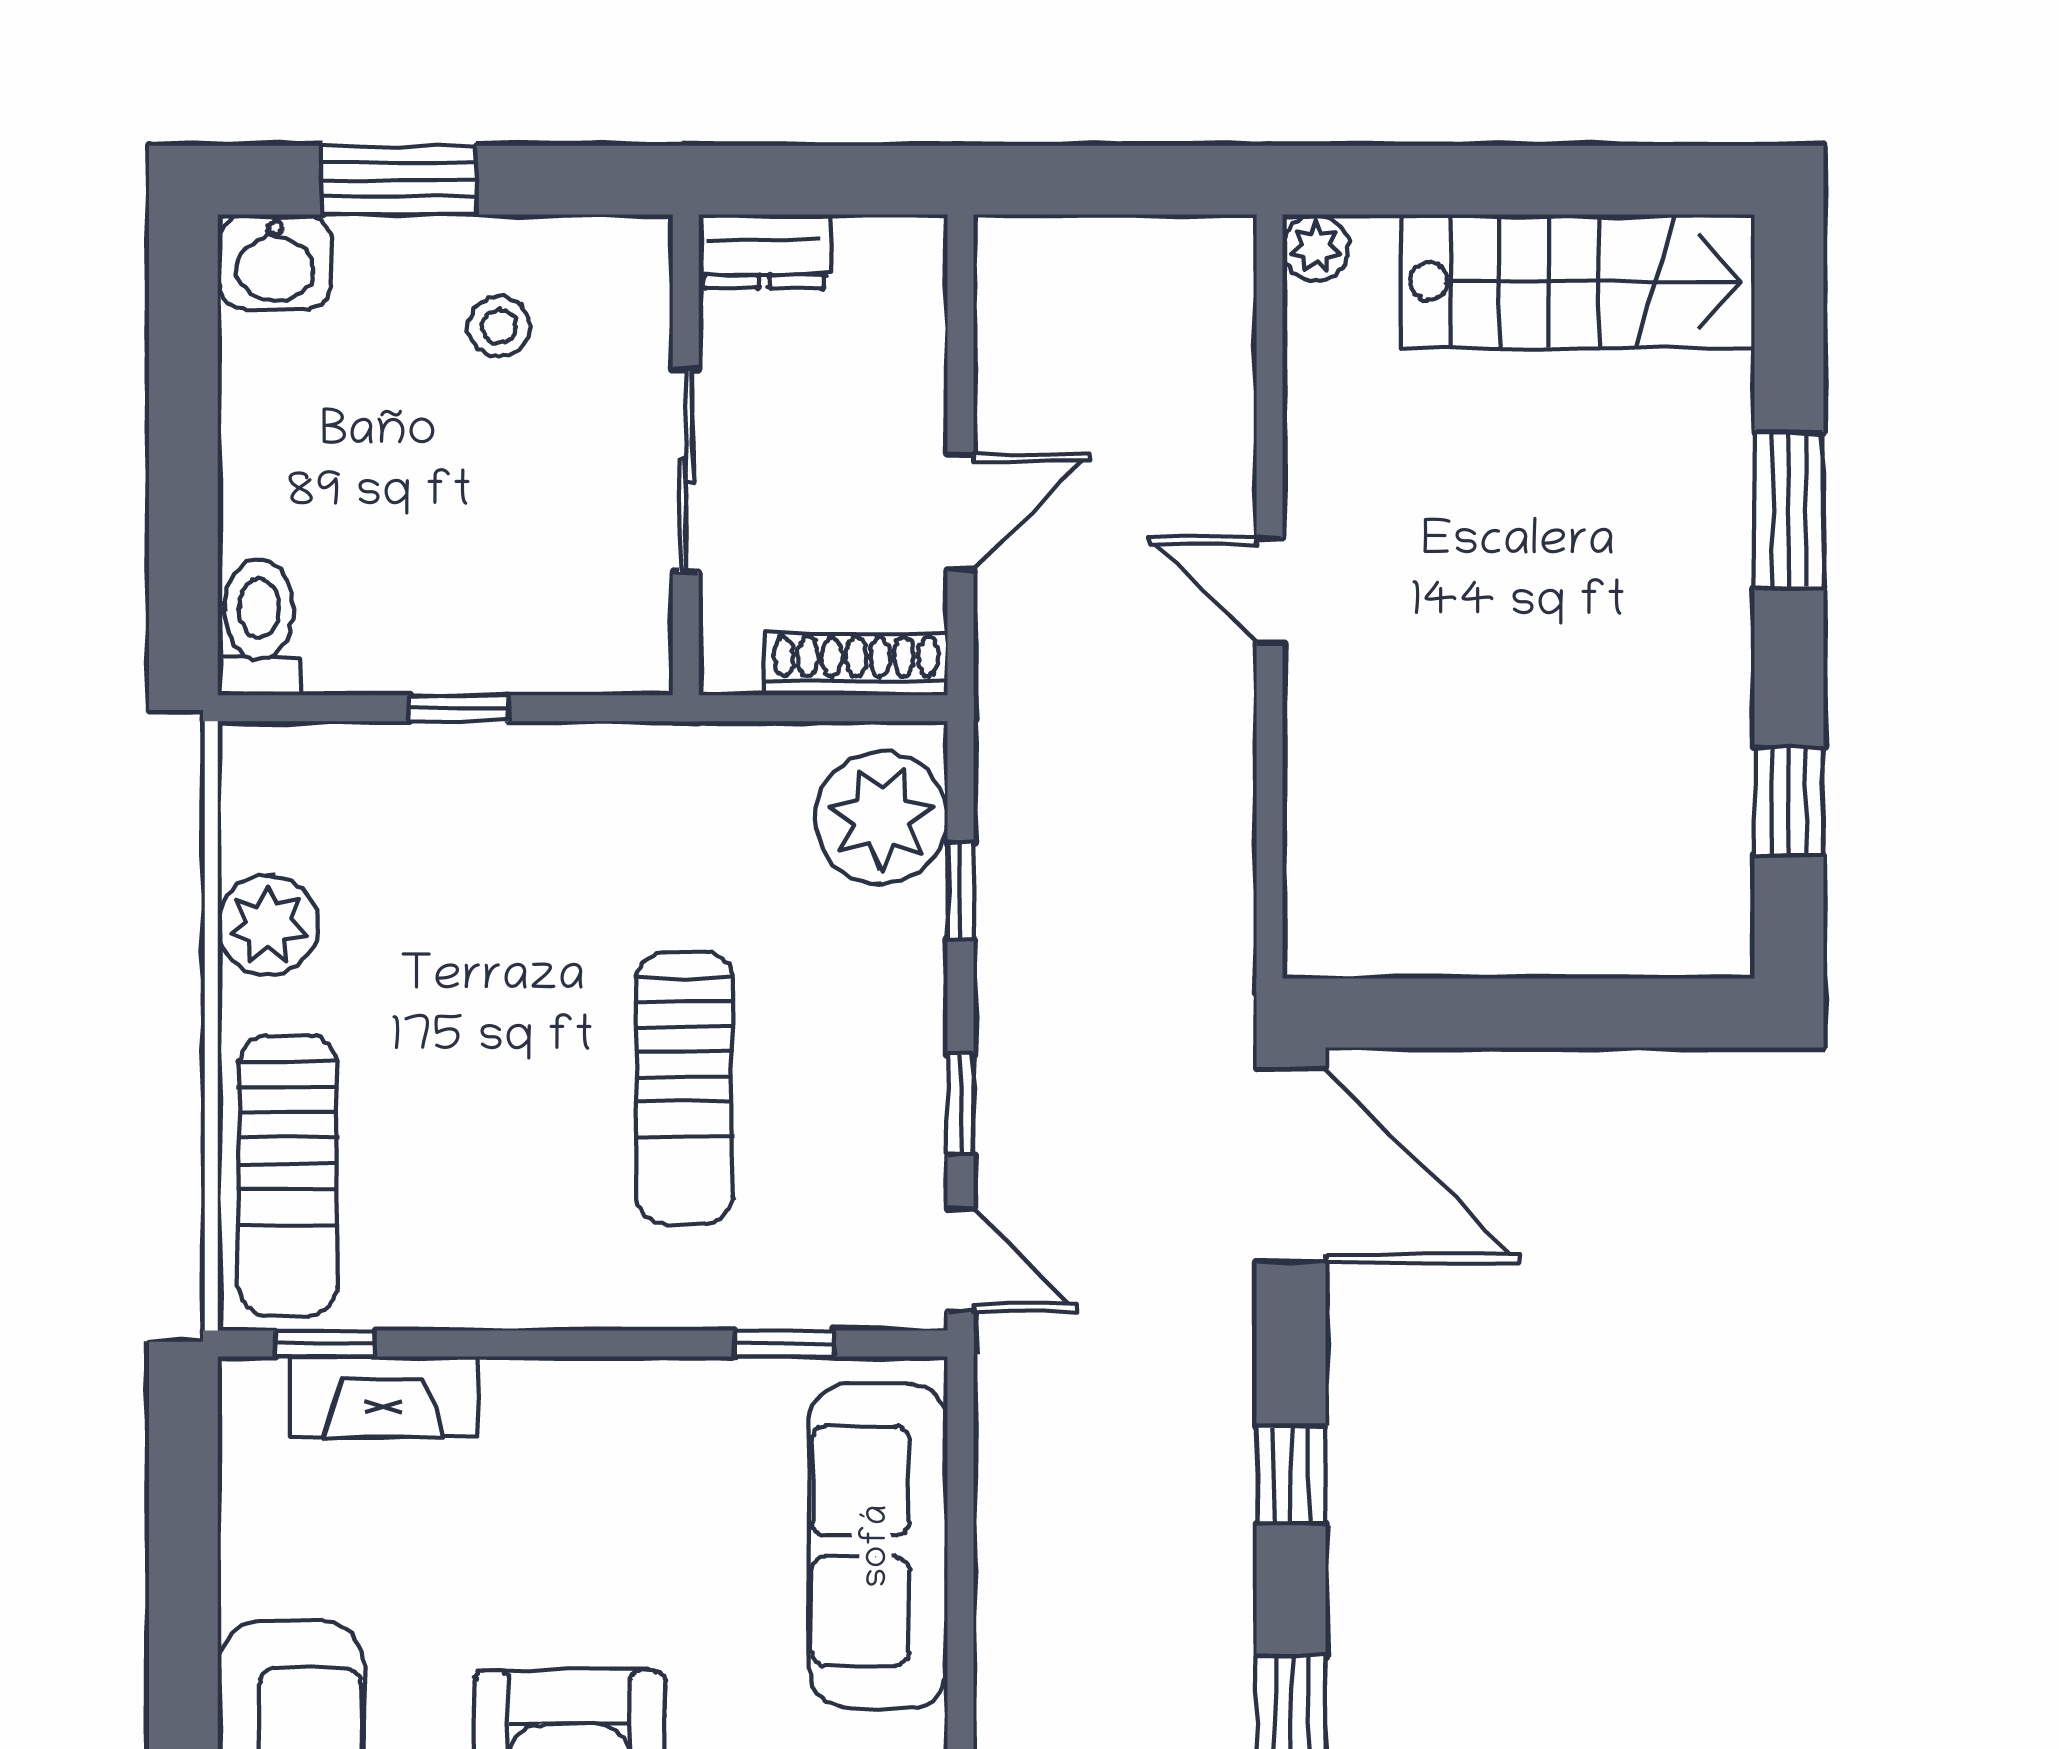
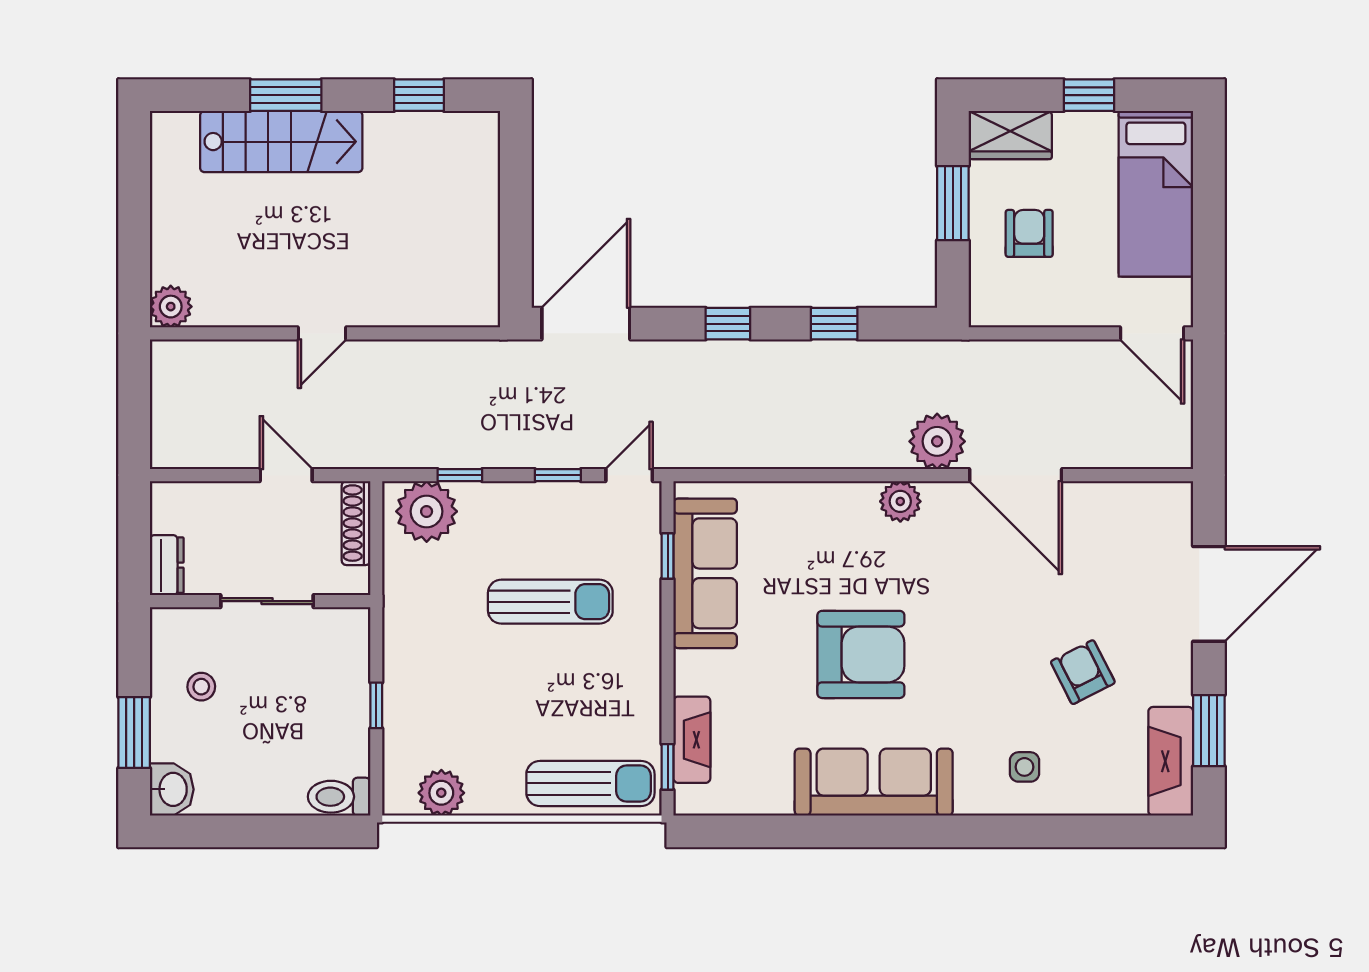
plant: (1316, 248) -> (171, 307), width x1.38, depth x1.38
stairs: (1578, 281) -> (281, 142), moved, turned 90
plant: (268, 925) -> (441, 793), moved
sofa: (878, 1546) -> (705, 573), moved, turned -90

